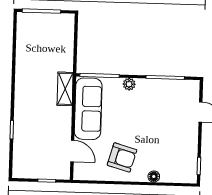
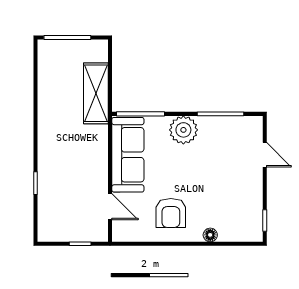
plant: (129, 84) -> (183, 130), width x1.88, depth x1.88
shelving: (65, 89) -> (96, 93), moved, width x1.50, depth x1.33
armchair: (122, 157) -> (171, 213), turned 74

